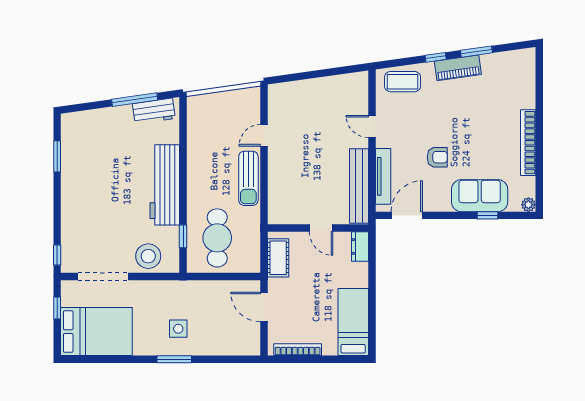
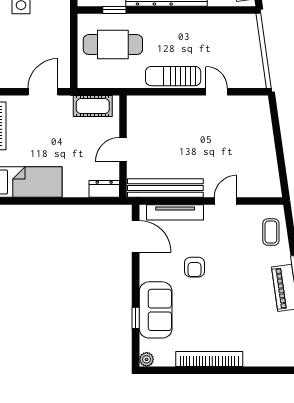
coffee table: (403, 82) -> (271, 232), width x0.73, depth x0.77

